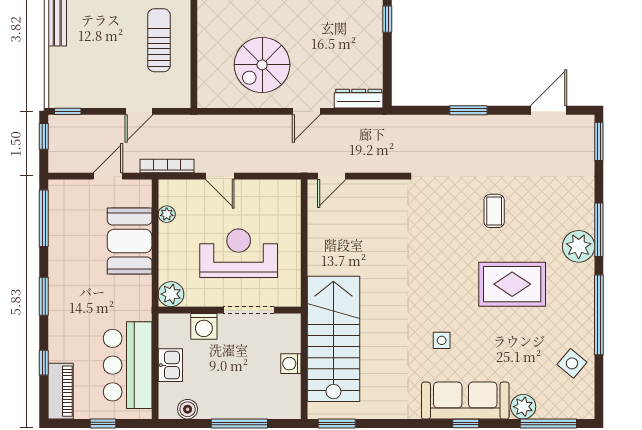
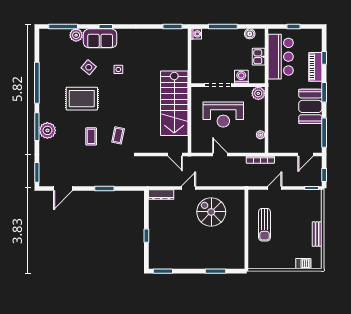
spiral stairs: (262, 65) -> (211, 212), turned -90
door: (108, 176) -> (306, 154), moved
door: (220, 176) -> (220, 154), moved
door: (332, 176) -> (175, 154), swing flipped
coffee table: (442, 213) -> (118, 135), added
booth: (130, 241) -> (310, 106), moved
plant: (579, 246) -> (47, 130), moved
stairs: (333, 339) -> (174, 103), moved
side table: (572, 363) -> (89, 67), moved
washing machine: (291, 364) -> (196, 34), moved
piano: (61, 391) -> (315, 67), moved
sofa: (465, 401) -> (100, 38), width x0.73

